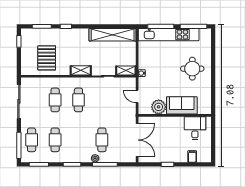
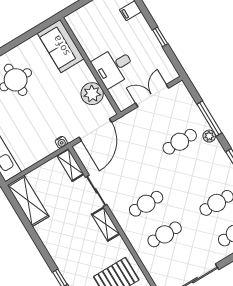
shelving: (113, 35) -> (28, 201), width x0.68
door: (137, 96) -> (95, 130), width x1.88
sofa: (182, 105) -> (61, 46), moved
desk: (195, 128) -> (114, 67), moved
double door: (137, 140) -> (152, 96), width x0.73

